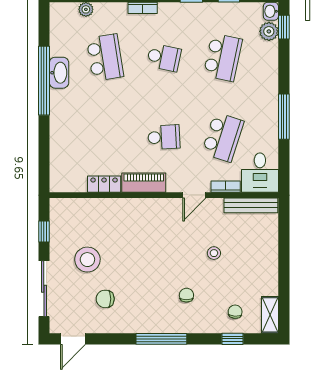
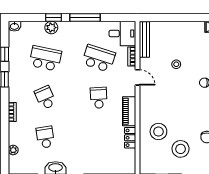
window: (284, 27) -> (53, 17), moved
plant: (269, 31) -> (51, 28), moved
school desk: (105, 57) -> (45, 137), width x0.54
school desk: (164, 57) -> (45, 98), turned -36
stool: (113, 227) -> (158, 132), added

